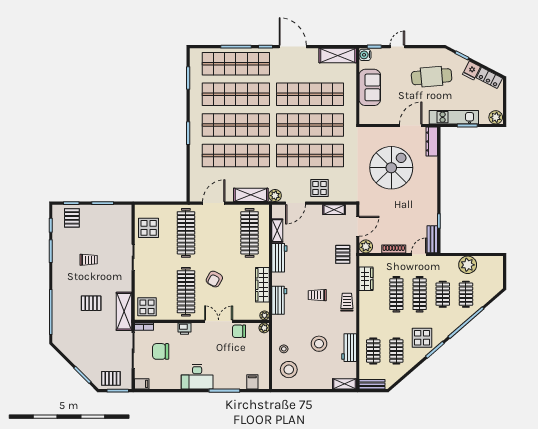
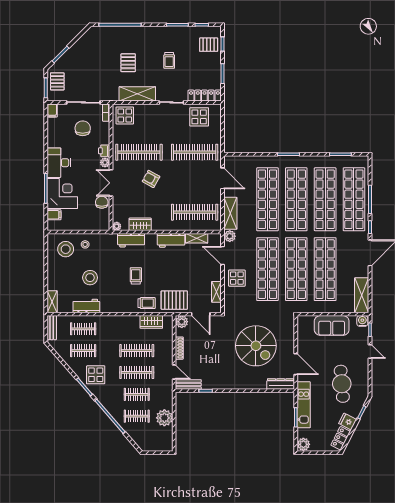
locker: (126, 222) -> (204, 96), added
pallet: (343, 254) -> (174, 300), width x1.50, depth x1.42
wardrobe: (262, 285) -> (140, 224), width x0.67
trolley: (347, 302) -> (147, 303), moved
shelving: (124, 311) -> (137, 94), moved
double door: (219, 321) -> (111, 183), swing flipped
plant: (264, 328) -> (105, 162), moved
corner desk: (230, 373) -> (62, 194), added

